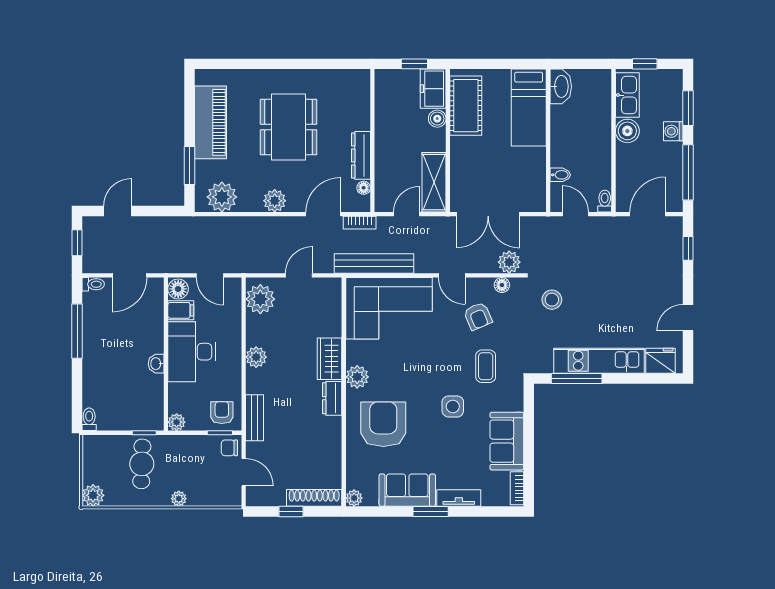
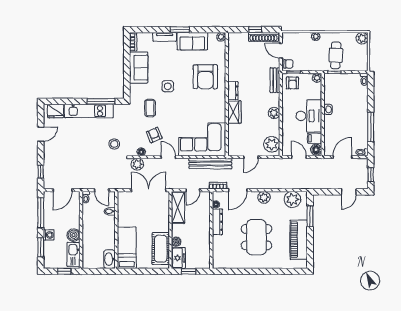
plant: (357, 377) -> (219, 102), removed
shoe rack: (314, 498) -> (263, 37), moved

